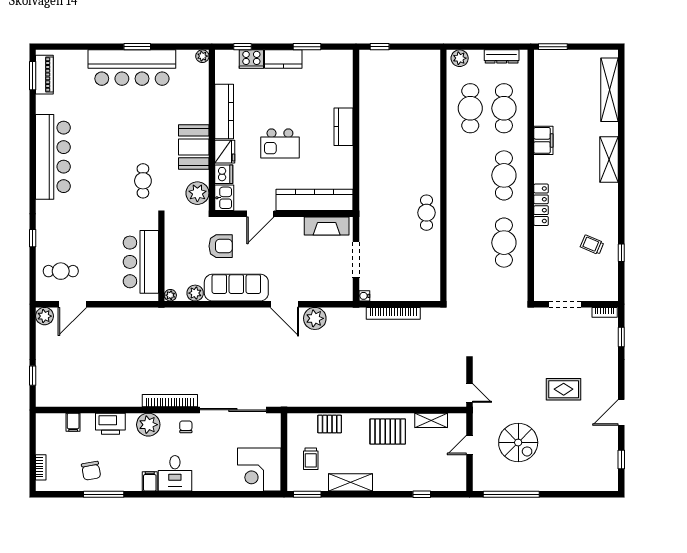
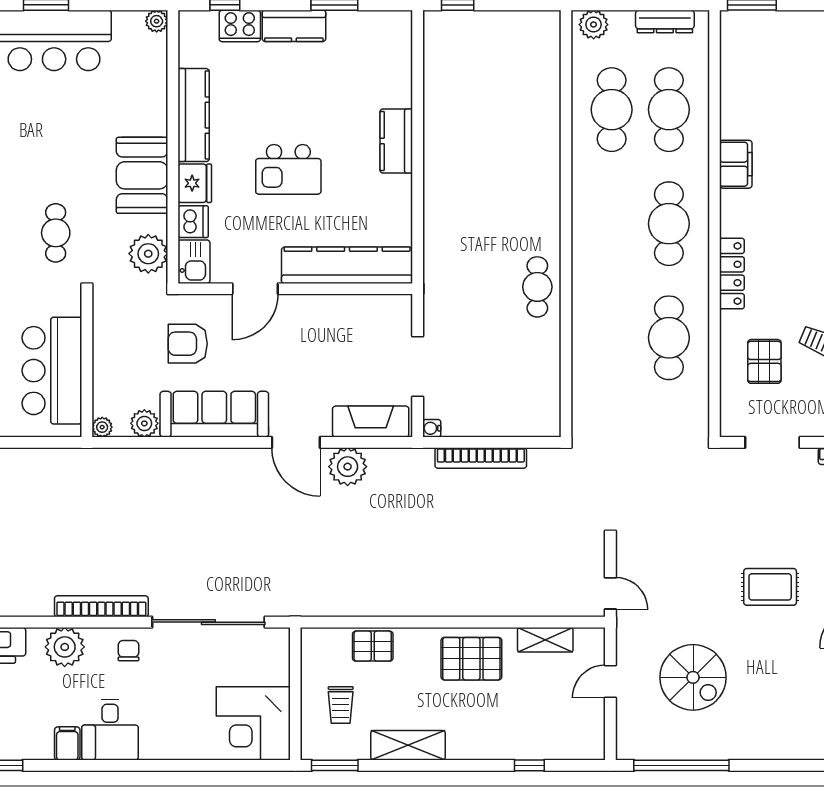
fireplace: (327, 226) -> (371, 422), moved, turned 180
armchair: (221, 246) -> (188, 344), turned 180
pallet: (560, 257) -> (764, 361), added

